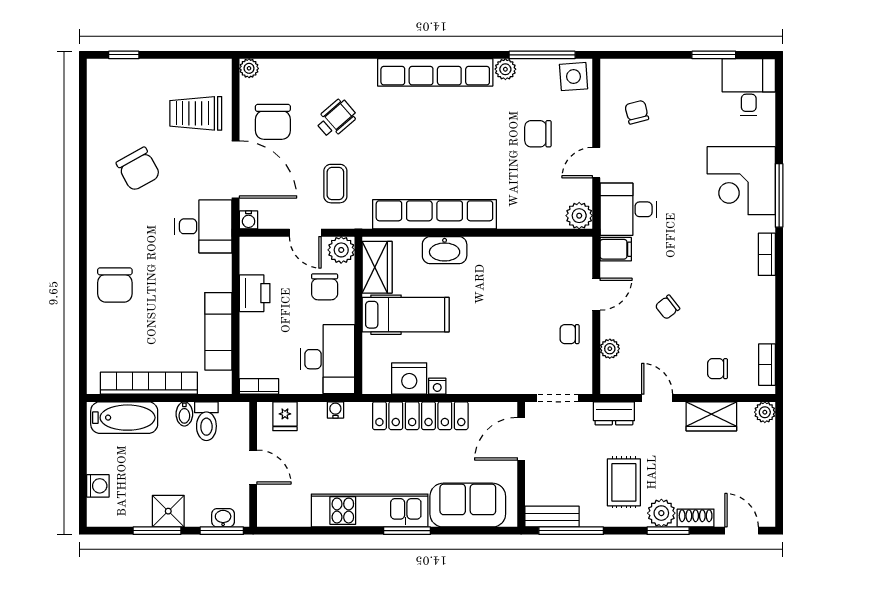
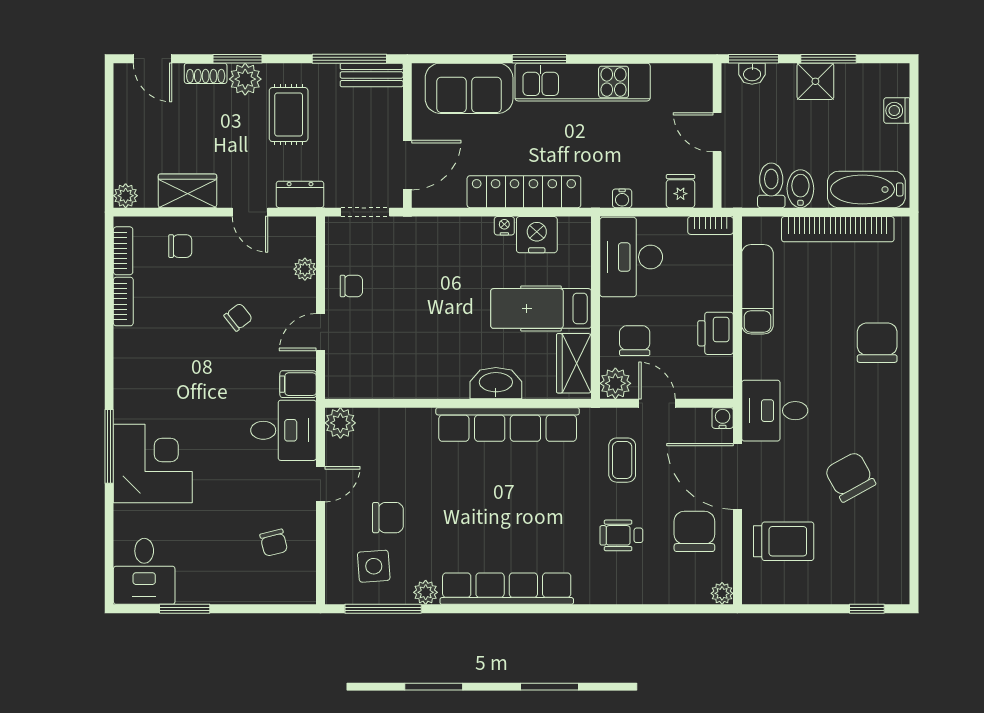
side table: (574, 77) -> (374, 566), moved
wheelchair: (336, 118) -> (621, 535), turned 41
bookcase: (767, 254) -> (123, 302), moved
bidet: (184, 414) -> (800, 189), width x1.38, depth x1.36

